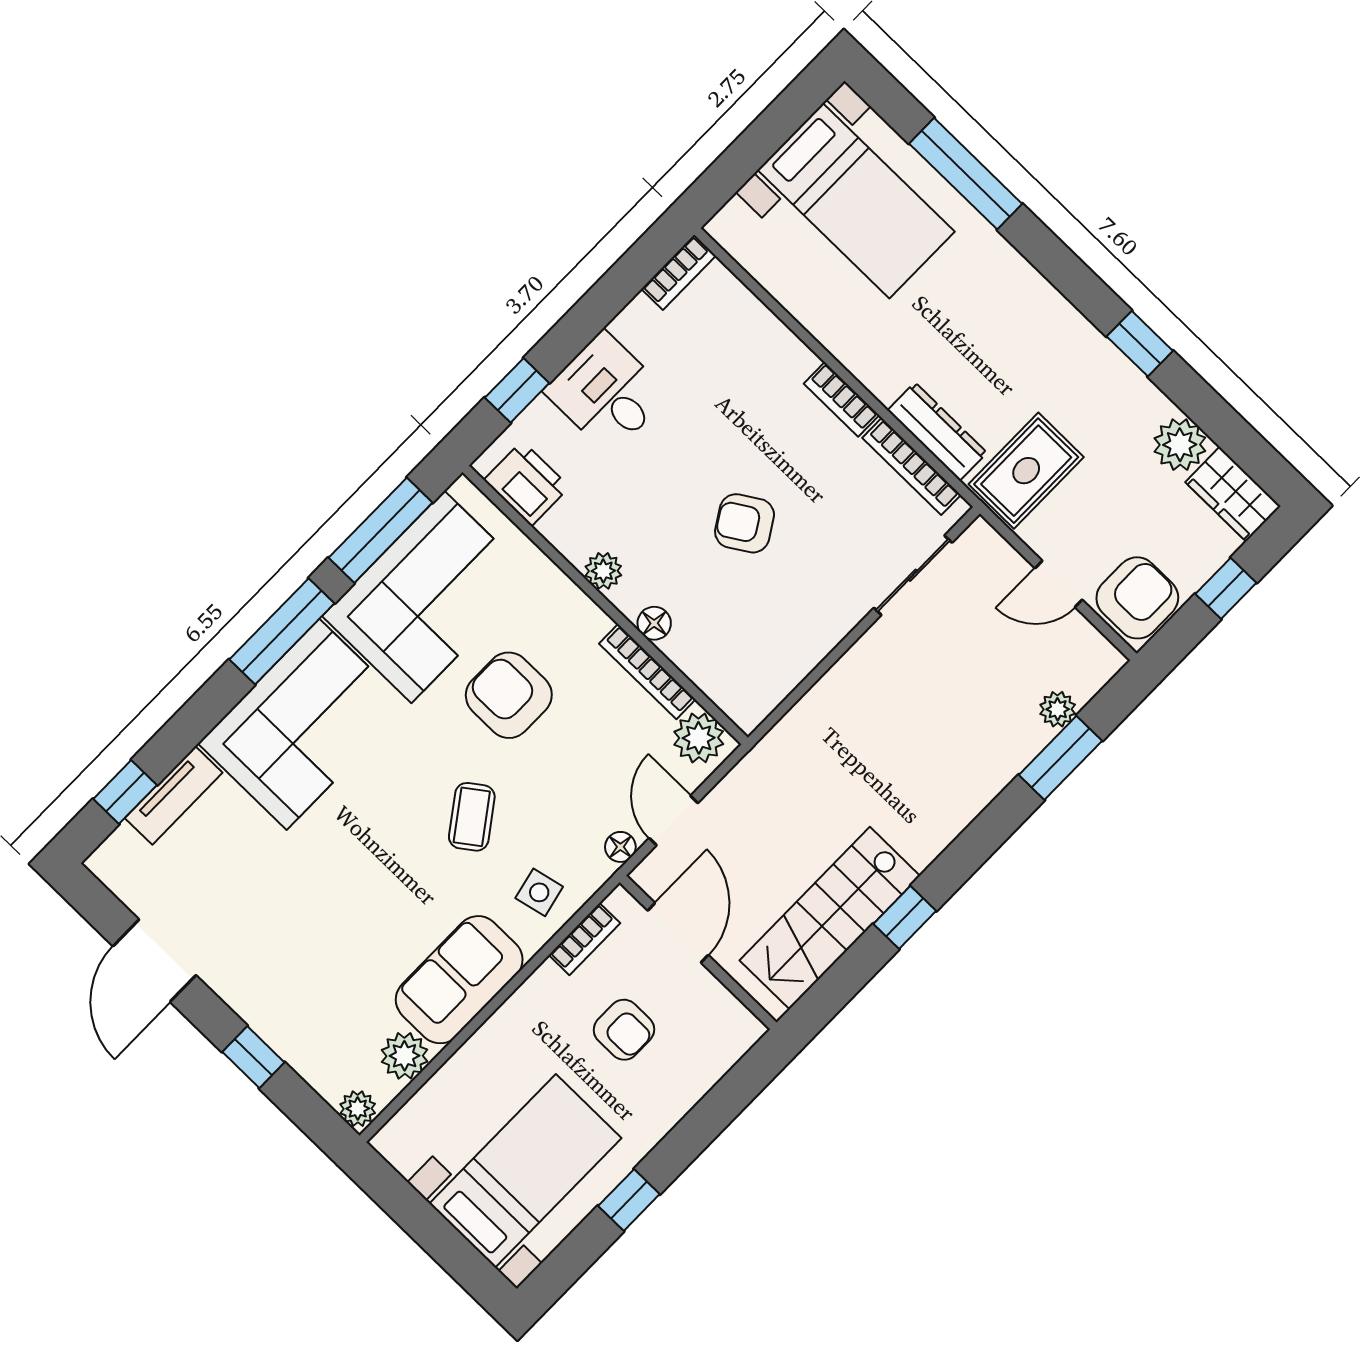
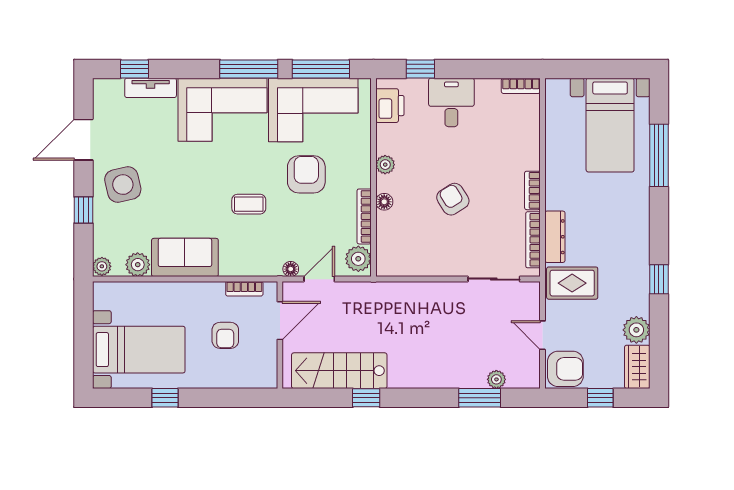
coffee table: (472, 817) -> (249, 204), turned 36
side table: (539, 892) -> (123, 185), moved, width x1.87, depth x1.87

